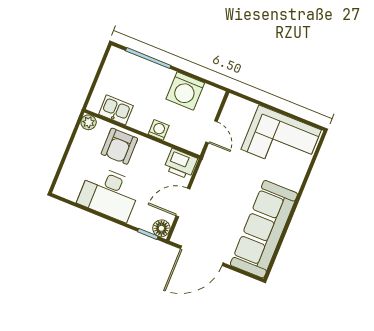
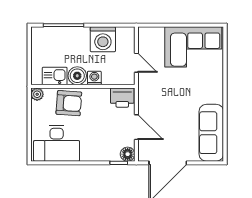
boiler: (141, 120) -> (77, 76), added
armchair: (119, 146) -> (69, 103), turned -86
desk: (109, 193) -> (57, 143), moved
door: (183, 202) -> (136, 127), swing flipped
sofa: (264, 229) -> (211, 133), width x0.74, depth x0.79

